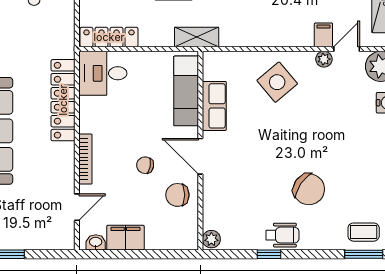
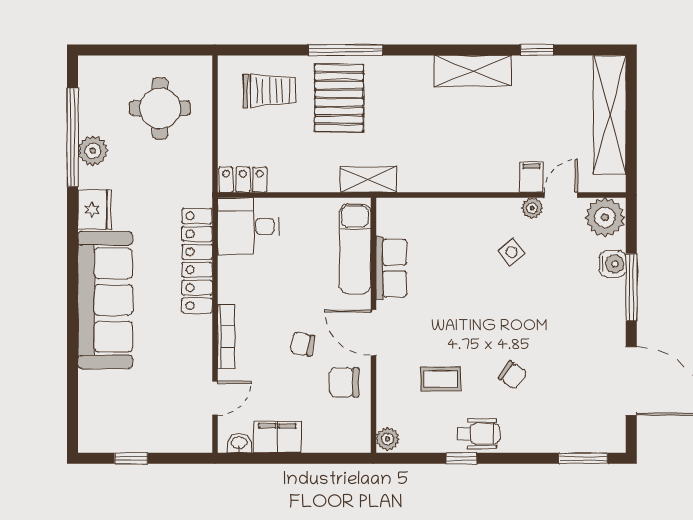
locker: (109, 37) -> (243, 180), width x0.66
side table: (277, 82) -> (512, 252), moved, width x0.54, depth x0.54
chair: (309, 189) -> (513, 375), width x0.54, depth x0.54
coffee table: (364, 232) -> (441, 379), moved

